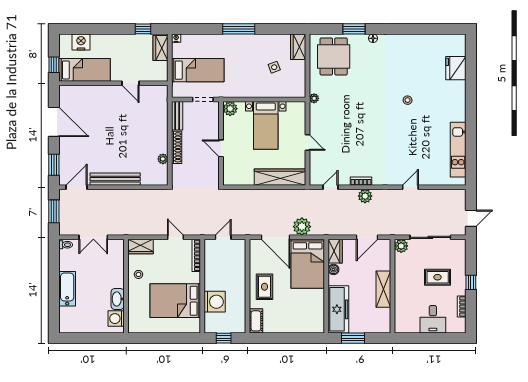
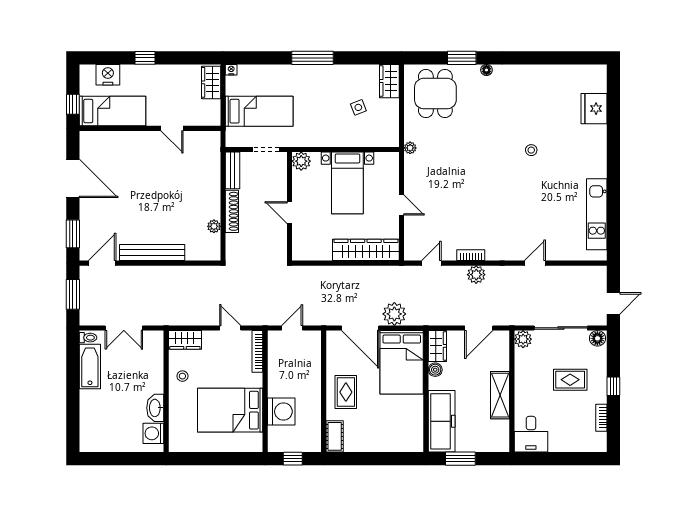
window: (143, 29) -> (145, 58), moved
floor lamp: (459, 245) -> (597, 338), added
bathtub: (67, 289) -> (90, 367), moved
desk: (433, 319) -> (531, 434), moved

